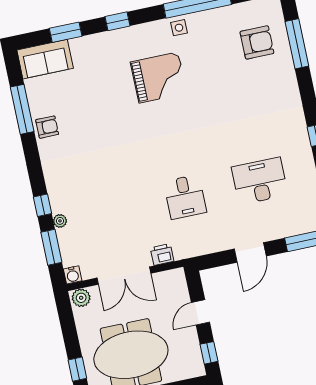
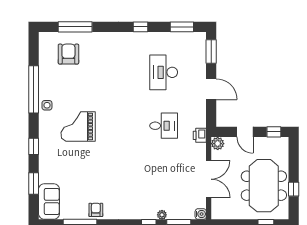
grand piano: (159, 77) -> (78, 126), turned -90
printer: (162, 254) -> (200, 135), moved
plant: (81, 298) -> (218, 144), moved

